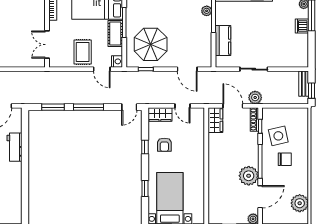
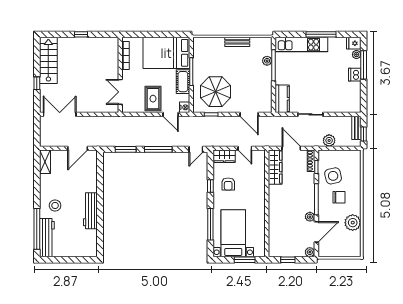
kitchen counter: (223, 41) -> (282, 99), moved
plant: (255, 97) -> (329, 140), moved
wardrobe: (215, 120) -> (275, 167), width x1.50
workbench: (15, 147) -> (90, 211), moved, width x1.38
plant: (249, 176) -> (310, 217), width x0.53, depth x0.53
window: (145, 188) -> (210, 224), width x2.17
plant: (300, 203) -> (353, 223), moved

